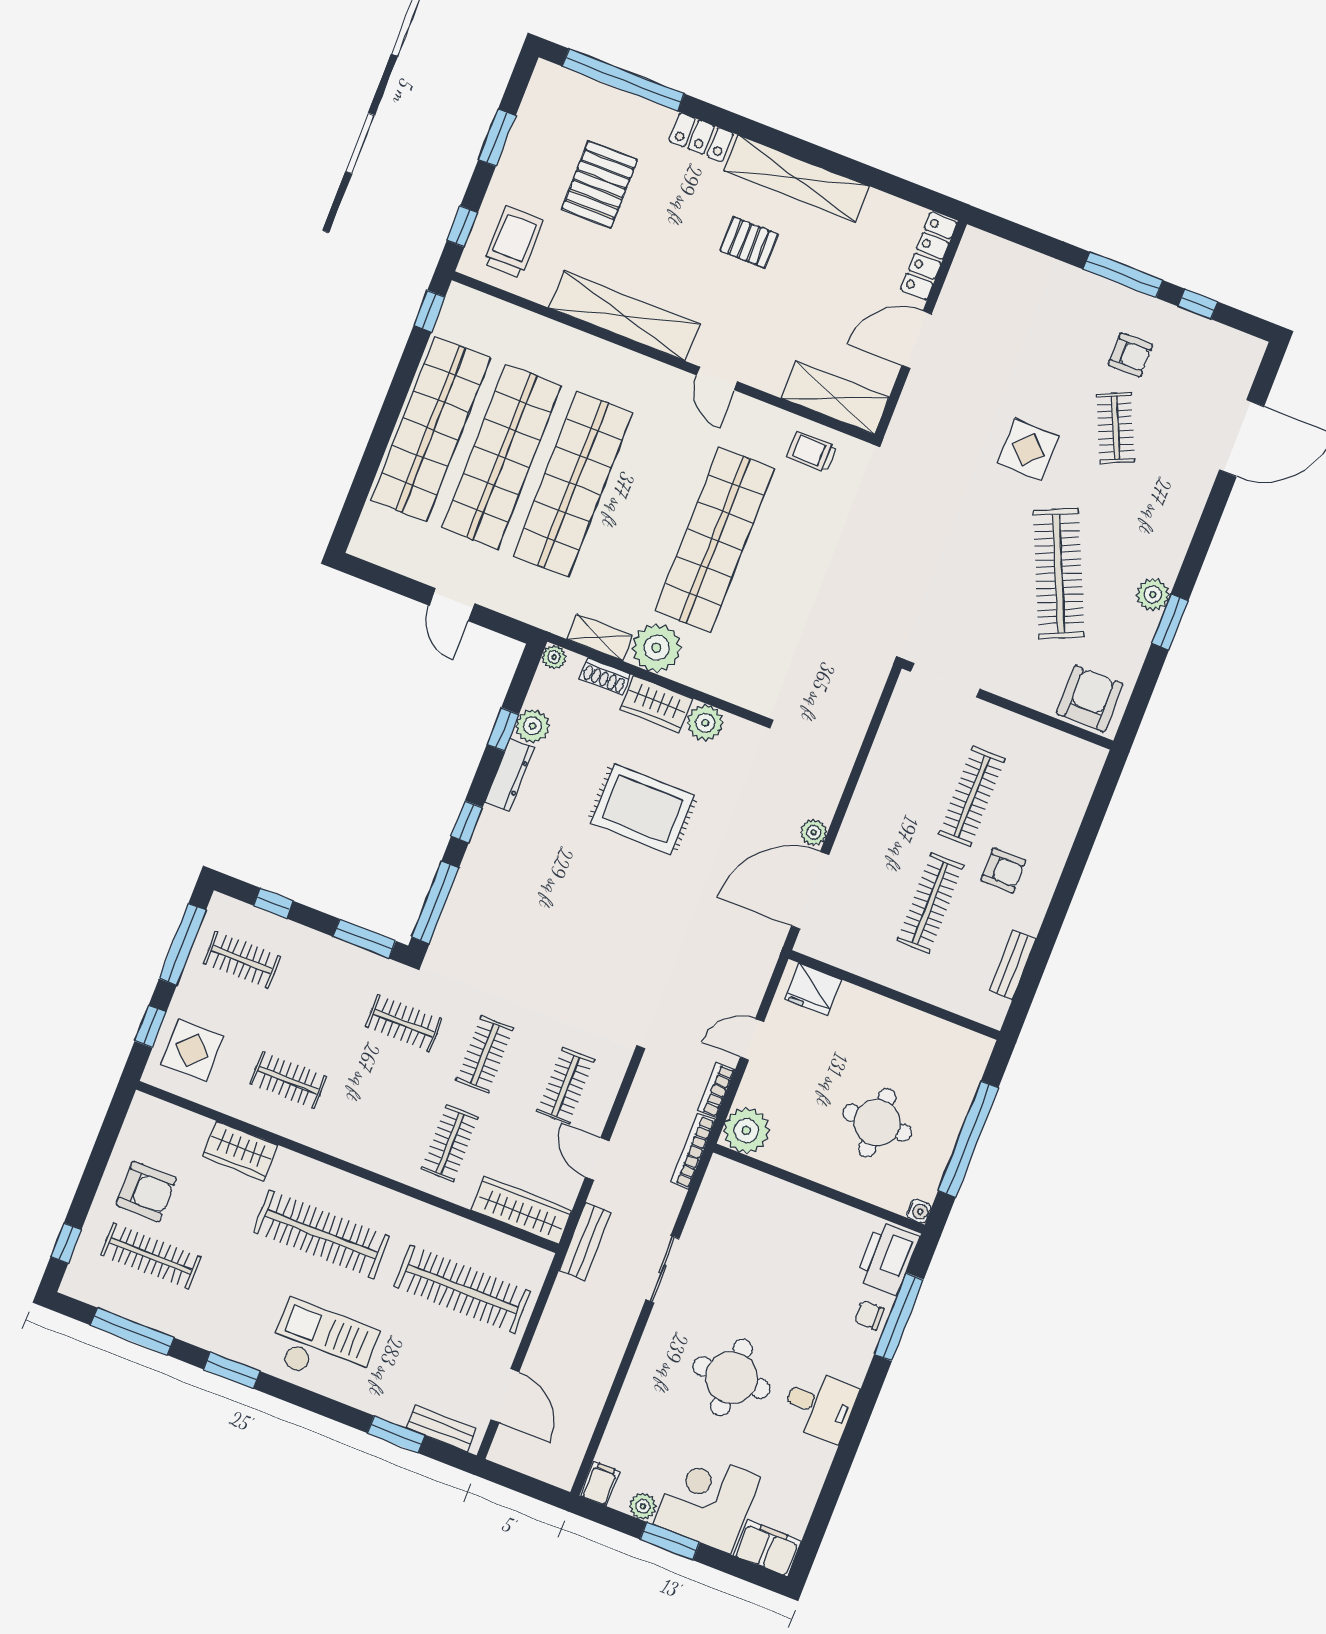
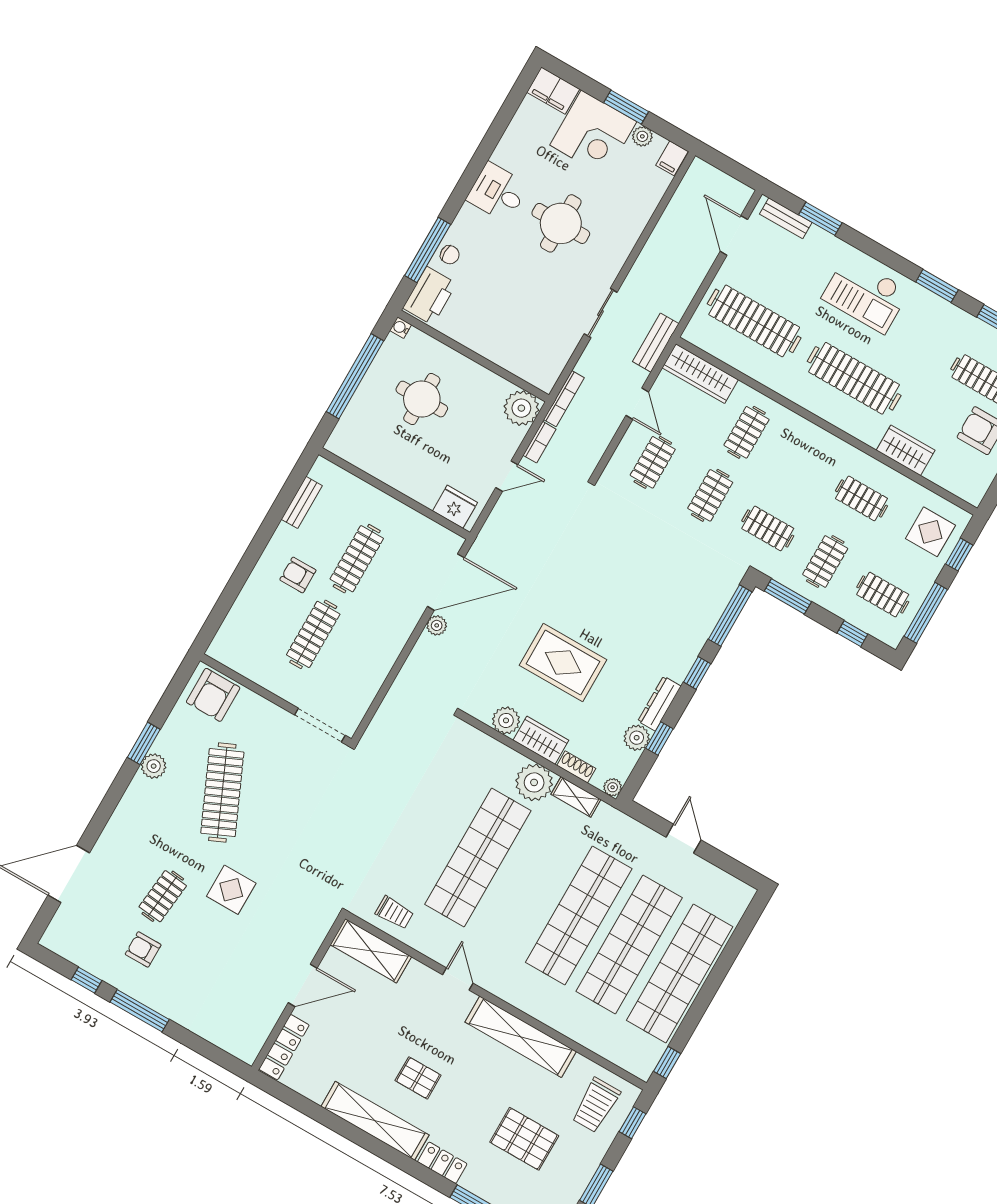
pallet: (600, 184) -> (524, 1139), turned 90
clothes rail: (1115, 428) -> (163, 896), turned 30
clothes rail: (323, 991) -> (825, 561), added

